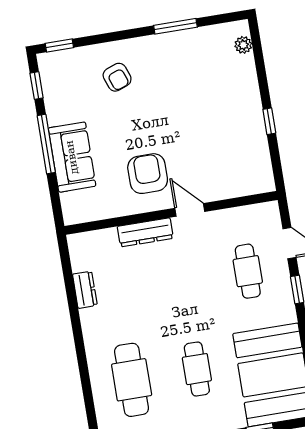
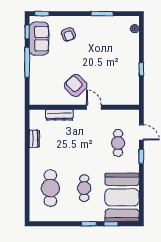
sofa: (72, 157) -> (39, 39), moved
armchair: (148, 174) -> (76, 85), turned -45
dresser: (145, 232) -> (59, 115), moved

